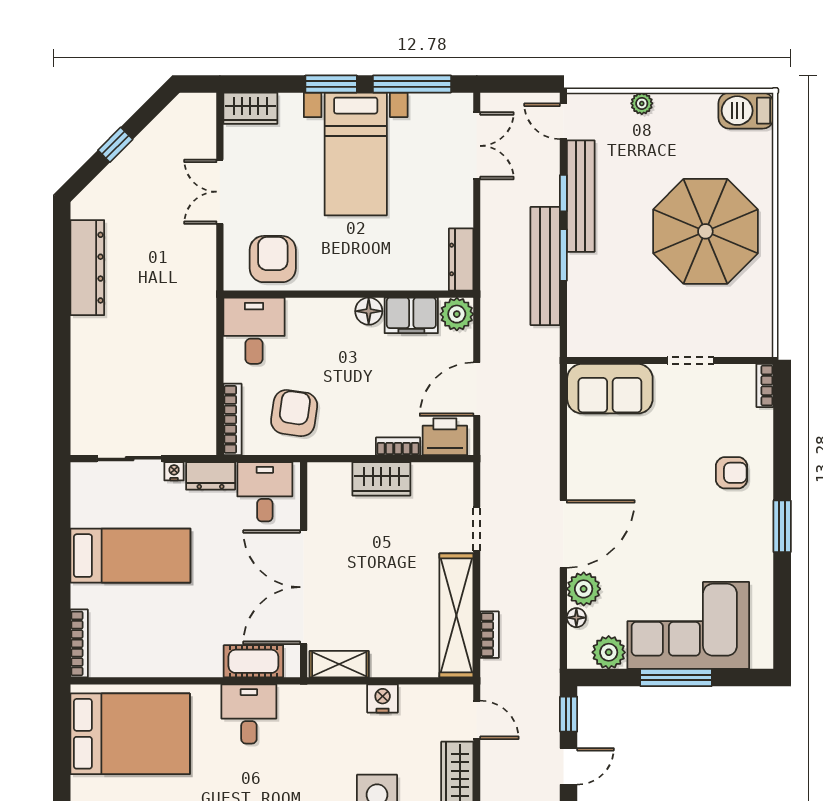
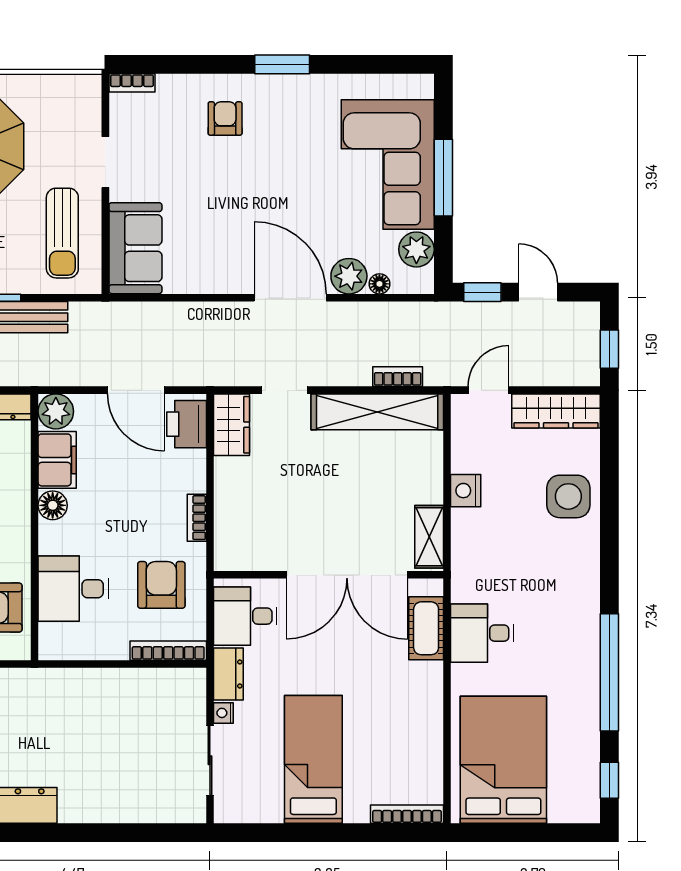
sun lounger: (624, 320) -> (62, 233), added
desk: (254, 331) -> (74, 589), moved
armchair: (294, 413) -> (161, 585), turned 82
bookcase: (398, 446) -> (197, 518), moved
wardrobe: (381, 479) -> (232, 425), moved

